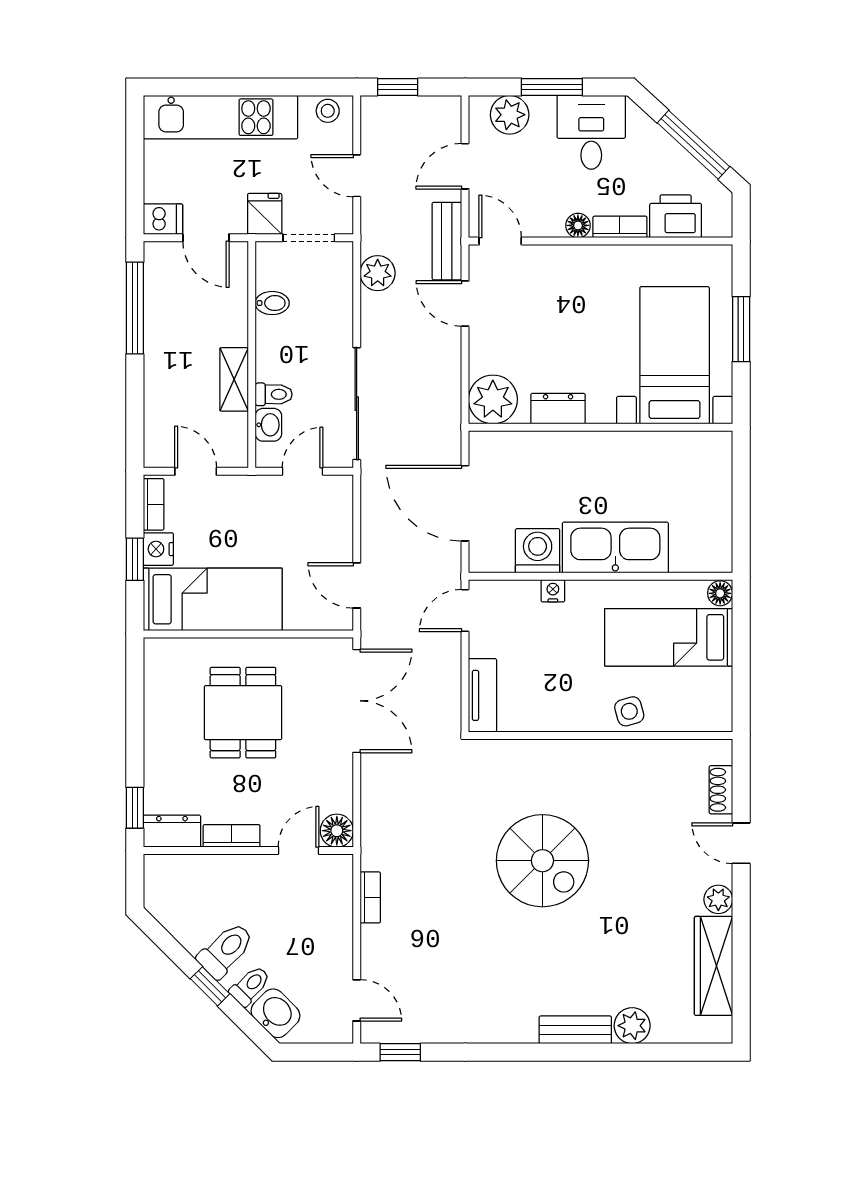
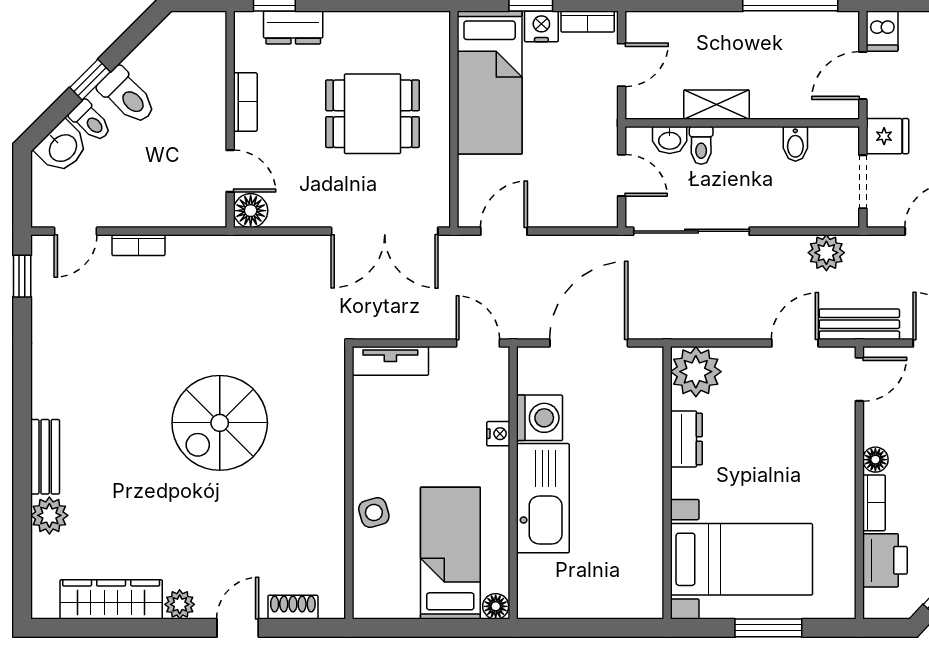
dresser: (172, 831) -> (293, 27), moved, turned 90
bookcase: (370, 897) -> (138, 245), moved

